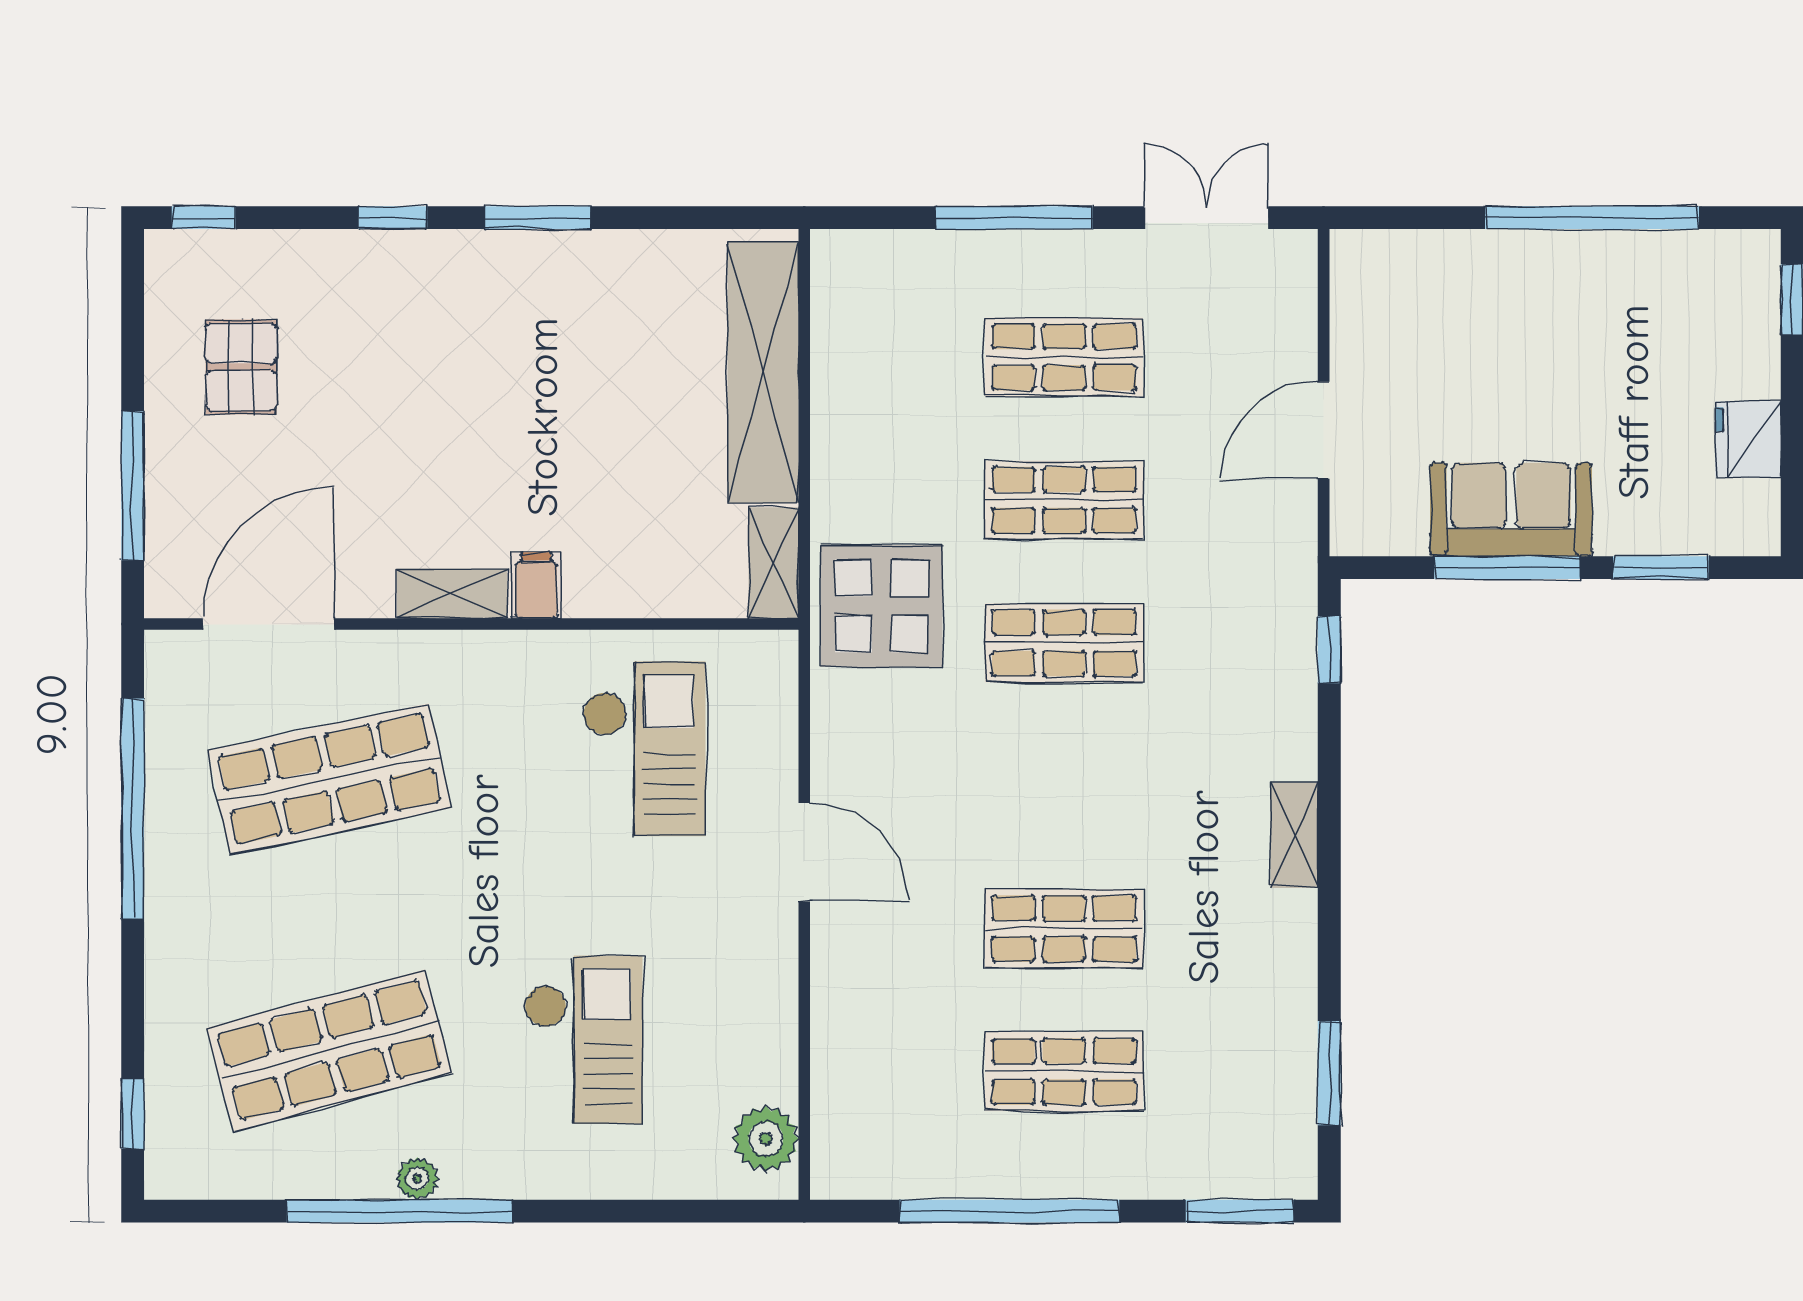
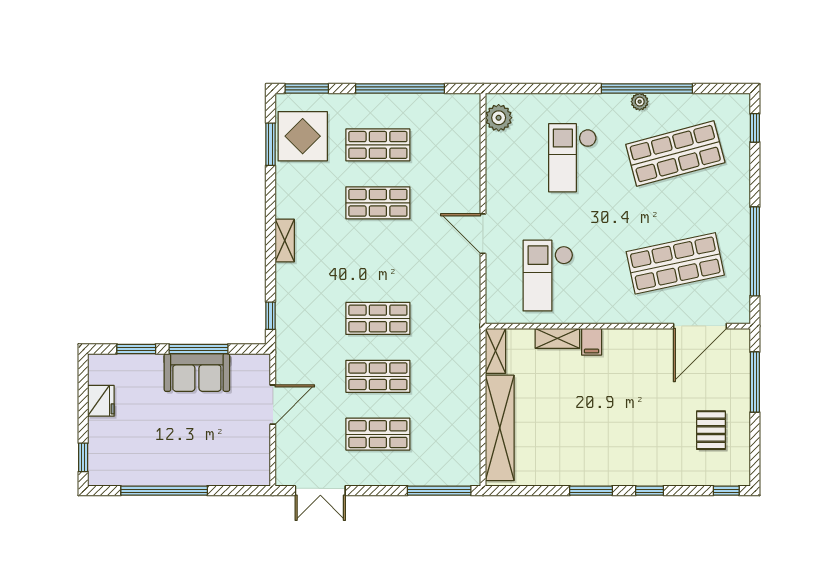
window: (1014, 218) -> (439, 491), moved
shelving: (452, 594) -> (557, 338), moved
display table: (882, 606) -> (303, 136), moved

